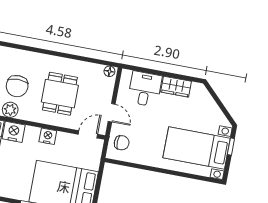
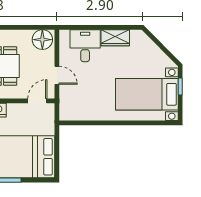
floor lamp: (109, 71) -> (42, 40), width x1.89, depth x1.89
chair: (122, 143) -> (72, 103), removed

